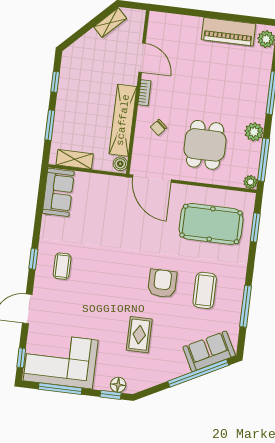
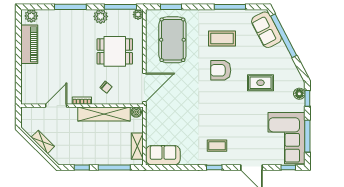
shelving: (110, 23) -> (43, 142), moved
window: (50, 125) -> (114, 167), width x1.44

